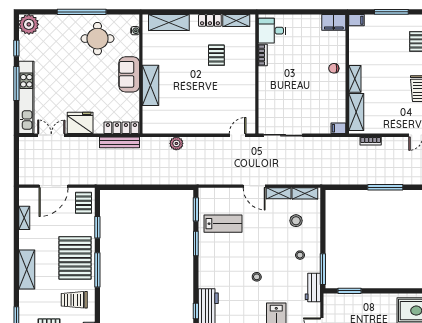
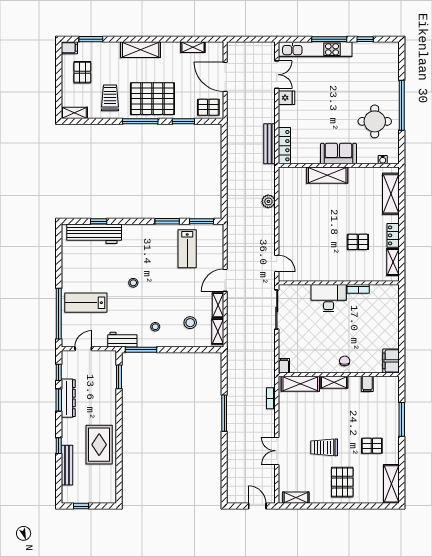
filing cabinet: (356, 20) -> (367, 384), moved
plant: (29, 24) -> (389, 52), removed
desk: (272, 31) -> (329, 298), moved, width x1.37
fridge: (80, 123) -> (286, 98), width x0.53, depth x0.75

